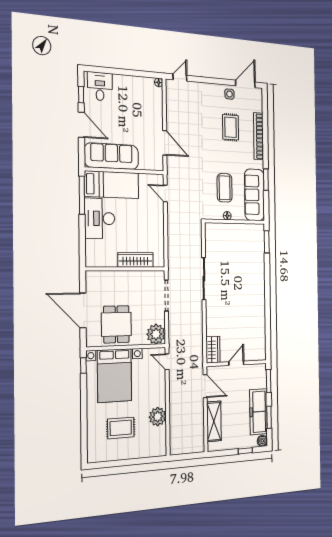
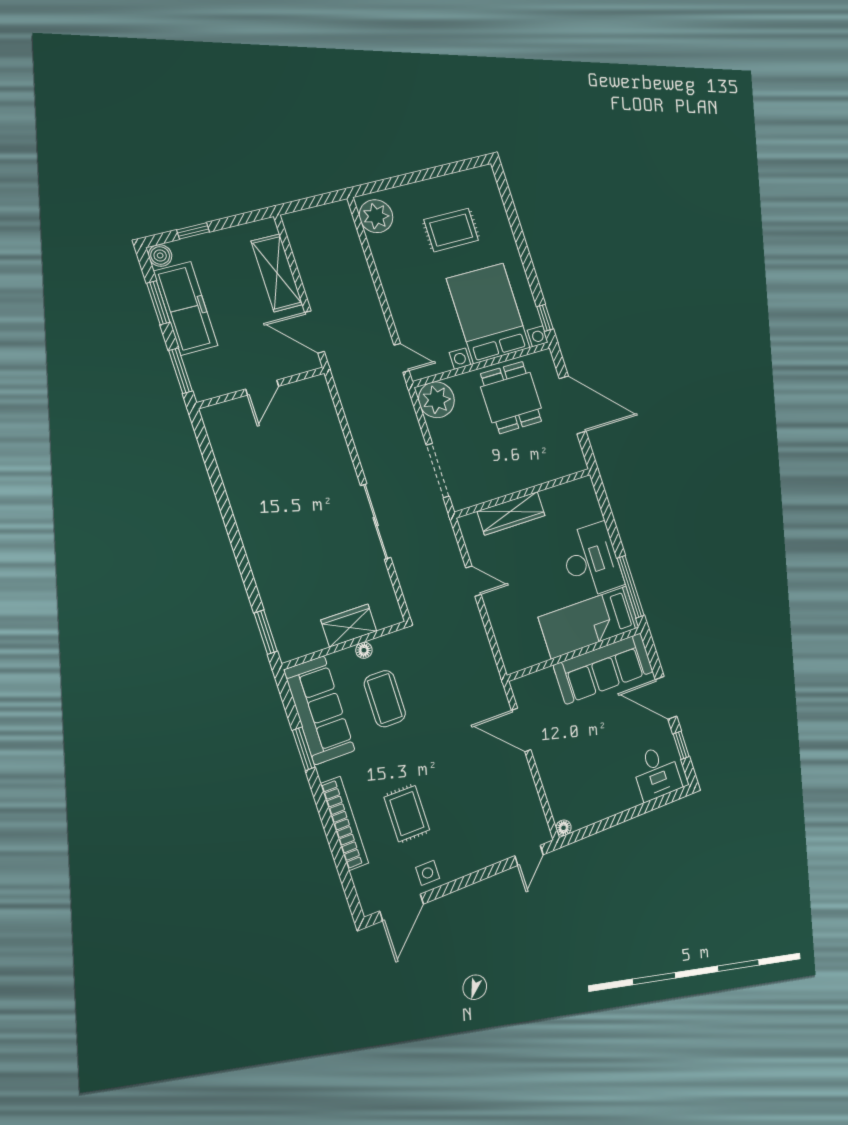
door: (165, 194) -> (473, 581), moved
wardrobe: (213, 350) -> (349, 626), moved, turned 90
plant: (158, 417) -> (376, 216), moved

